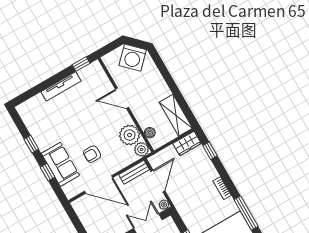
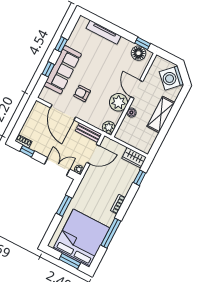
floor lamp: (88, 74) -> (138, 53), added
tv unit: (61, 86) -> (104, 32), moved
shelving: (176, 115) -> (161, 114), moved
boiler: (150, 133) -> (131, 113), moved
plant: (130, 135) -> (118, 102), moved
sofa: (60, 164) -> (63, 70), width x1.36

